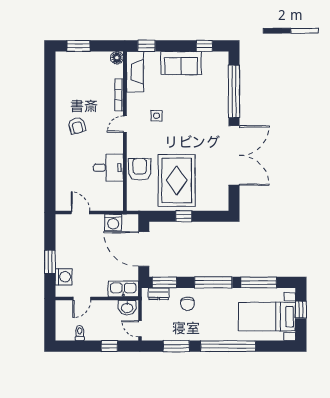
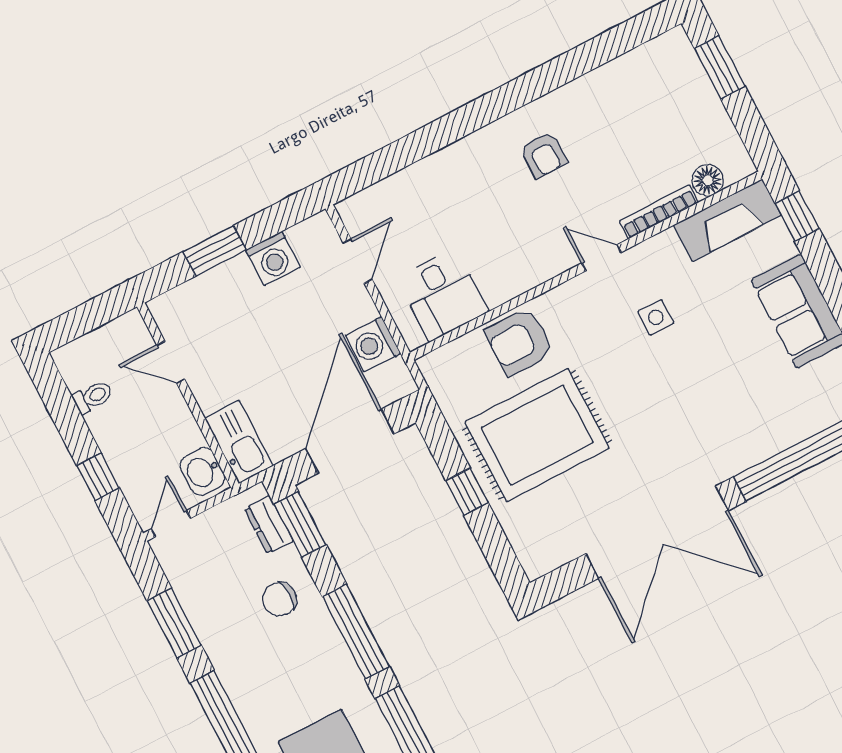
floor lamp: (117, 58) -> (708, 180), moved
armchair: (77, 126) -> (543, 155), turned -74
desk: (109, 168) -> (443, 295), moved
armchair: (140, 169) -> (519, 342), turned 180
washing machine: (64, 277) -> (273, 259), moved

